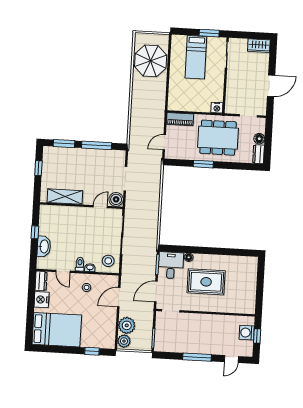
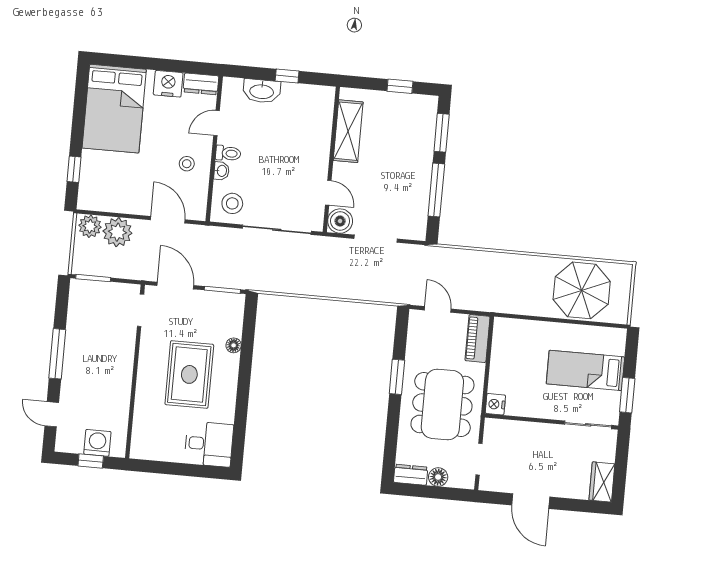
desk: (171, 265) -> (209, 444), moved

